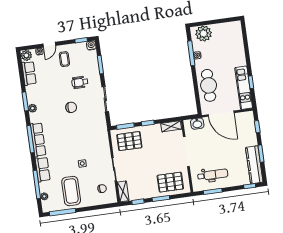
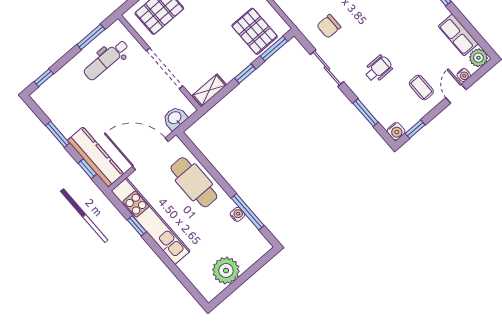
plant: (204, 33) -> (226, 271), moved
kitchen unit: (244, 88) -> (151, 221), width x1.36
chair: (71, 107) -> (329, 26), moved
pallet: (129, 141) -> (255, 31), turned 90
kitchen counter: (254, 165) -> (95, 157), moved

